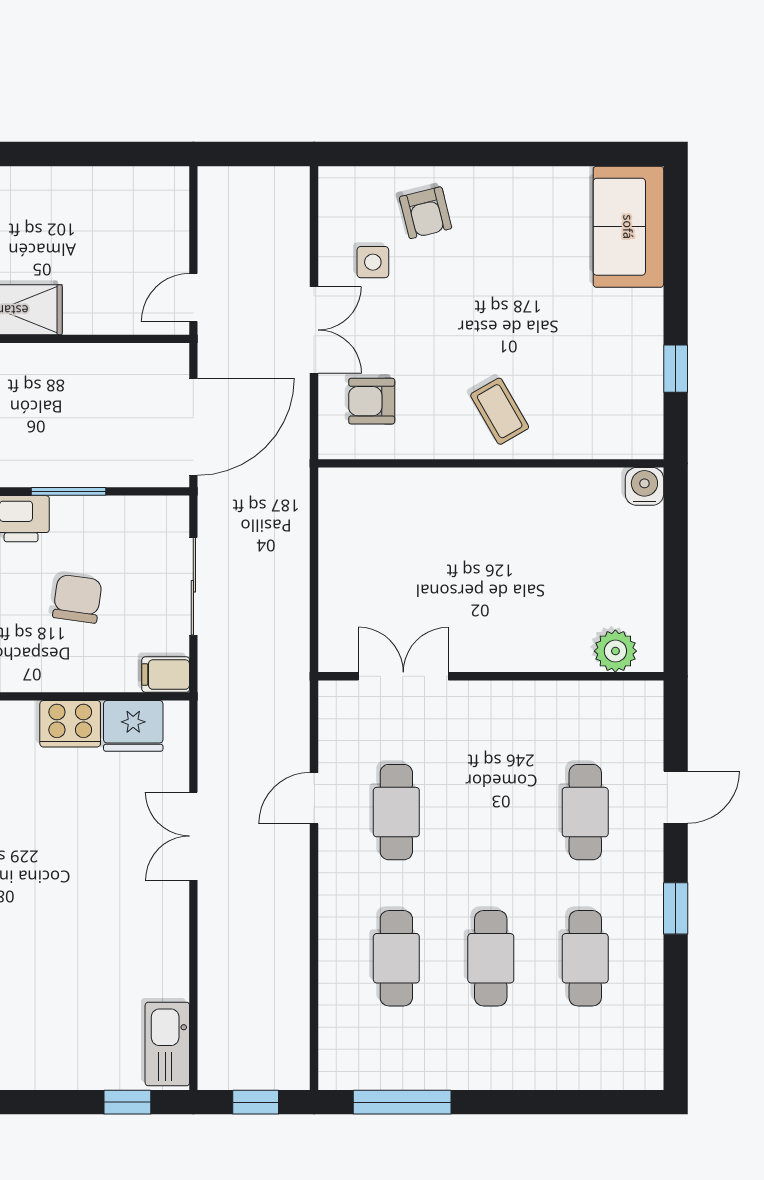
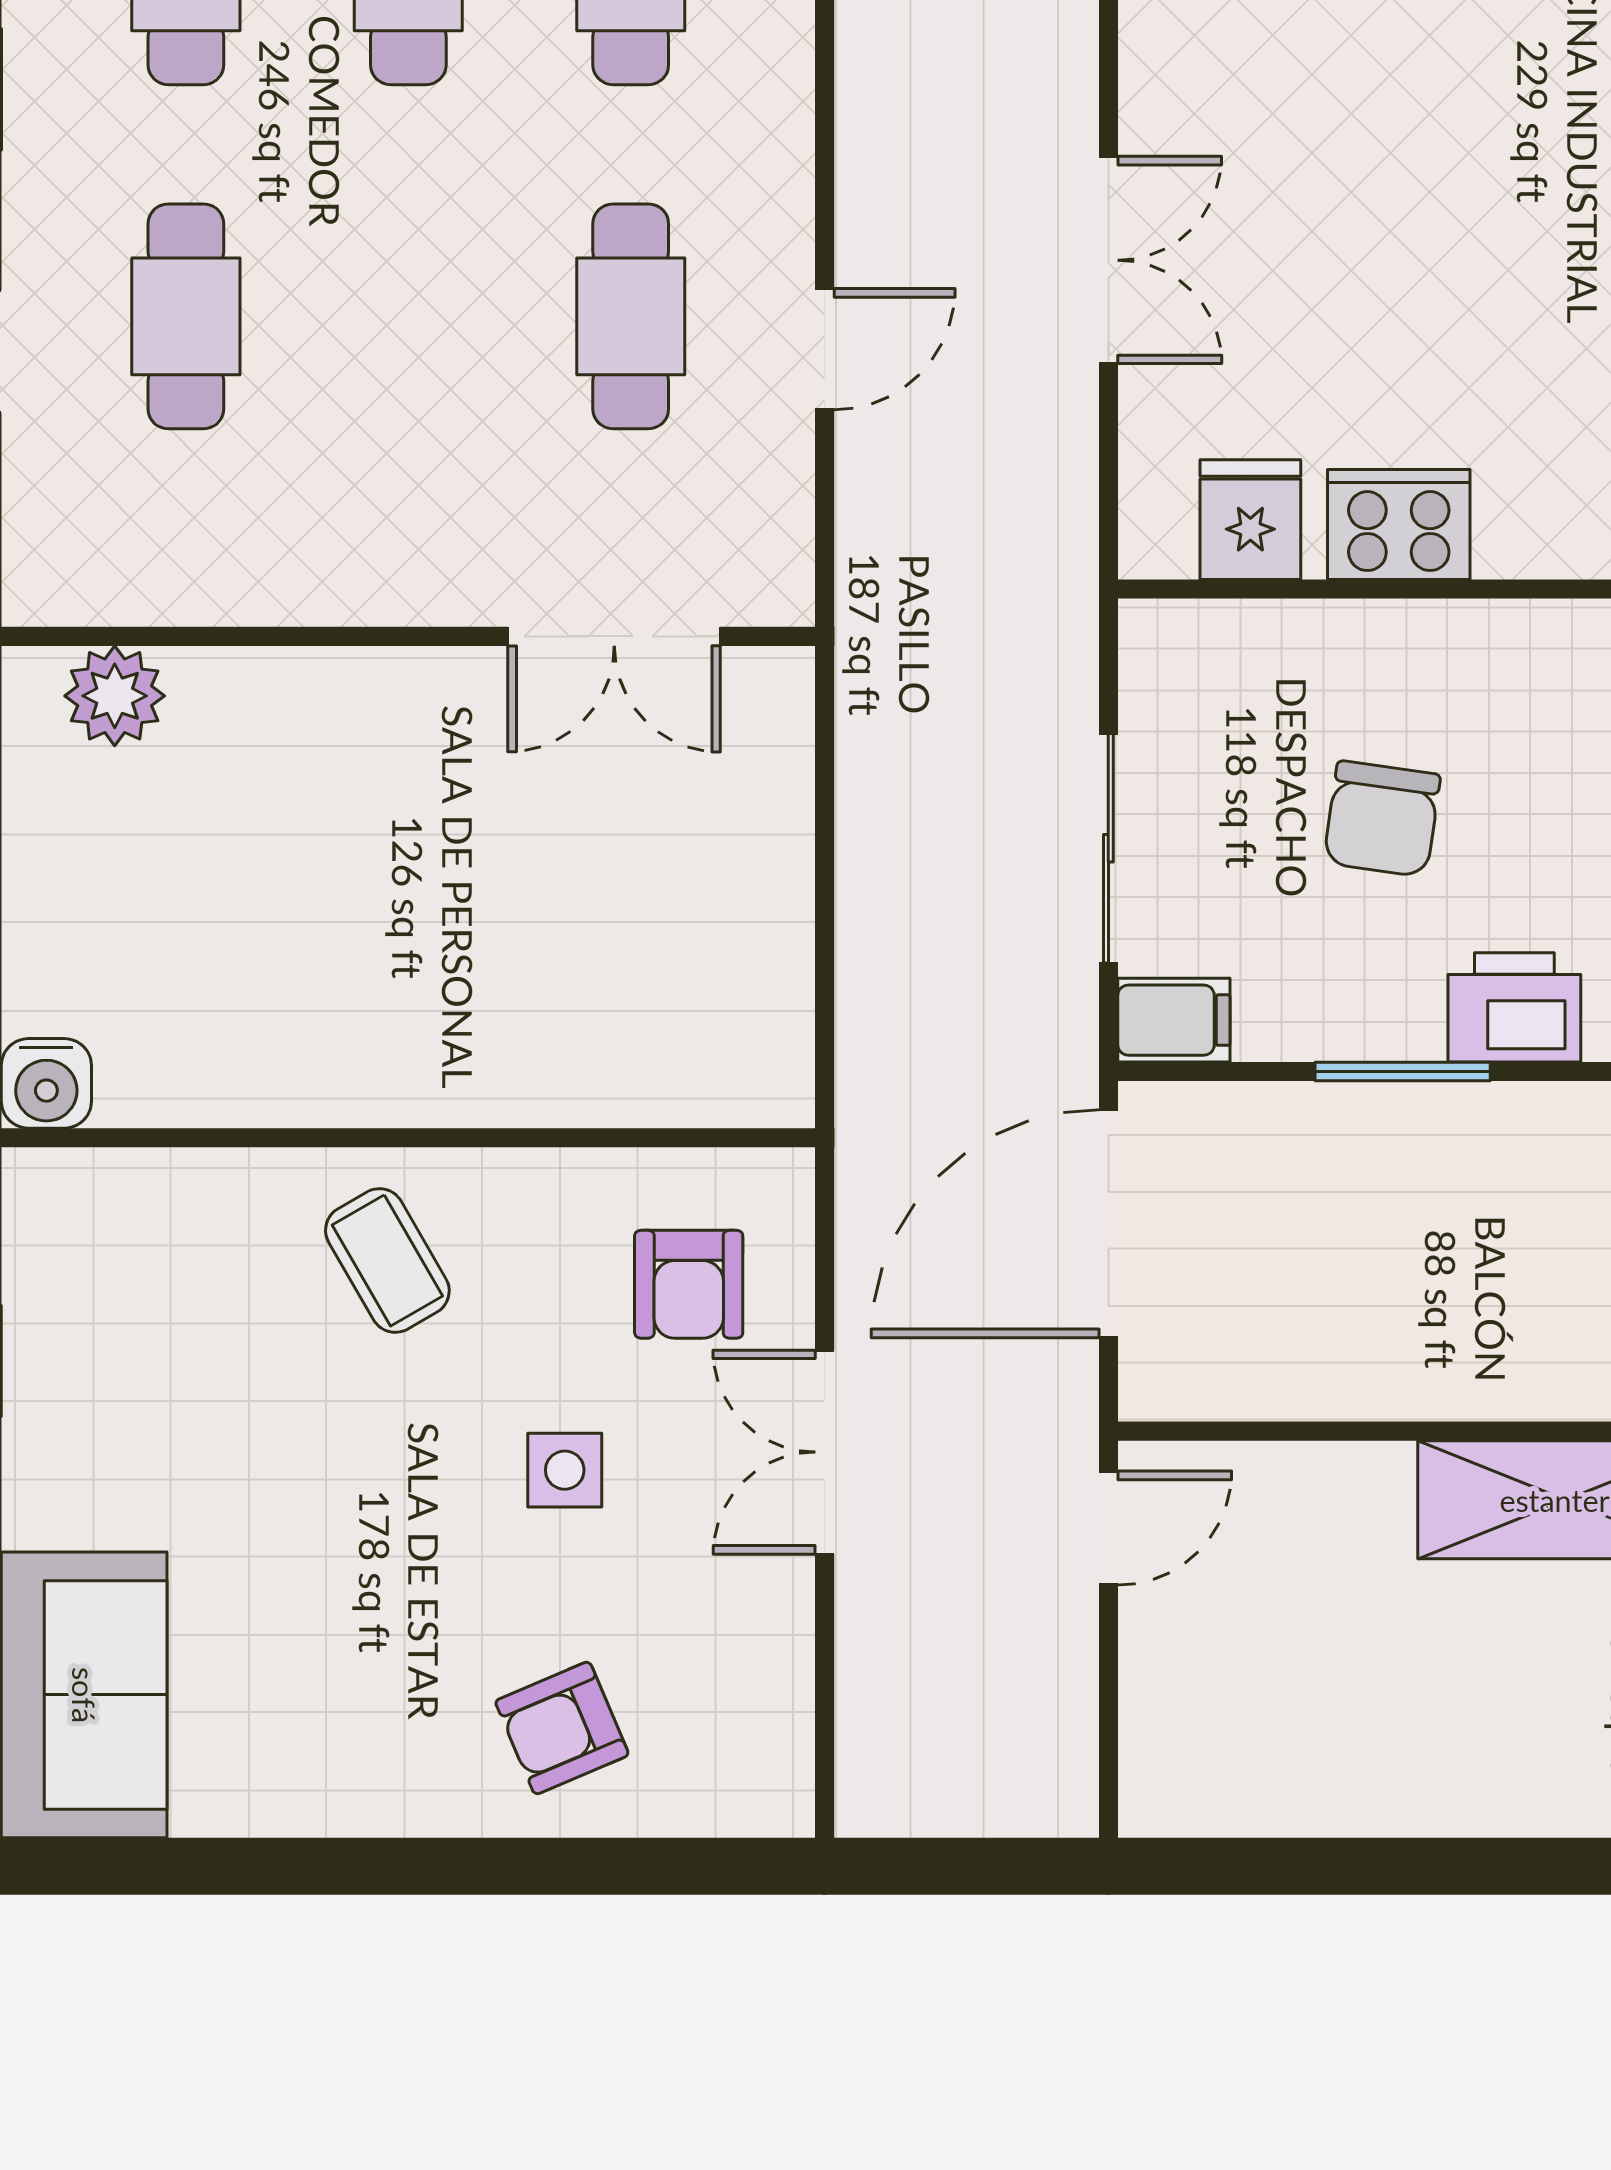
armchair: (426, 213) -> (562, 1728), turned -99
side table: (373, 262) -> (565, 1470), moved
armchair: (372, 401) -> (689, 1284), turned 90
filing cabinet: (166, 675) -> (1174, 1020), moved
fridge: (133, 726) -> (1250, 520), width x0.72

